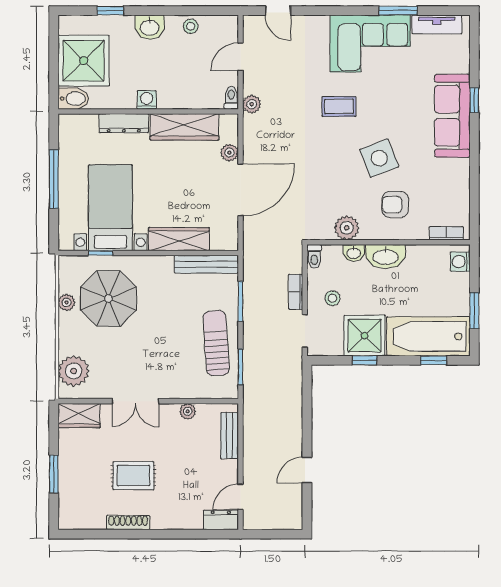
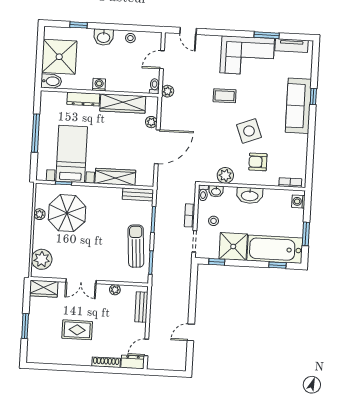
washbasin: (354, 253) -> (216, 191), moved
bench: (206, 264) -> (138, 194), width x0.73
window: (364, 360) -> (217, 262), moved
shoe rack: (128, 523) -> (106, 362), moved

